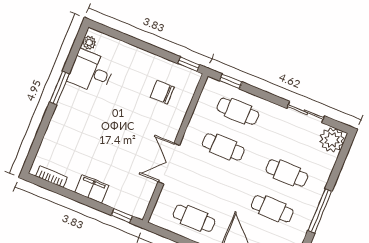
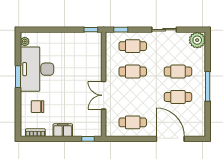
desk: (91, 72) -> (37, 69), width x1.87, depth x1.30
chair: (162, 92) -> (38, 107), moved
sliding door: (306, 112) -> (164, 30), moved

